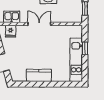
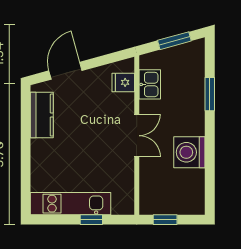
kitchen counter: (39, 75) -> (42, 115), moved

